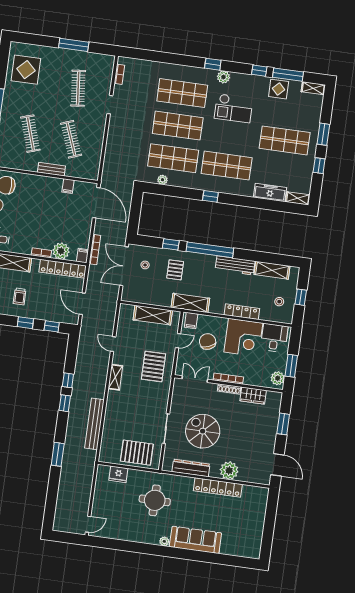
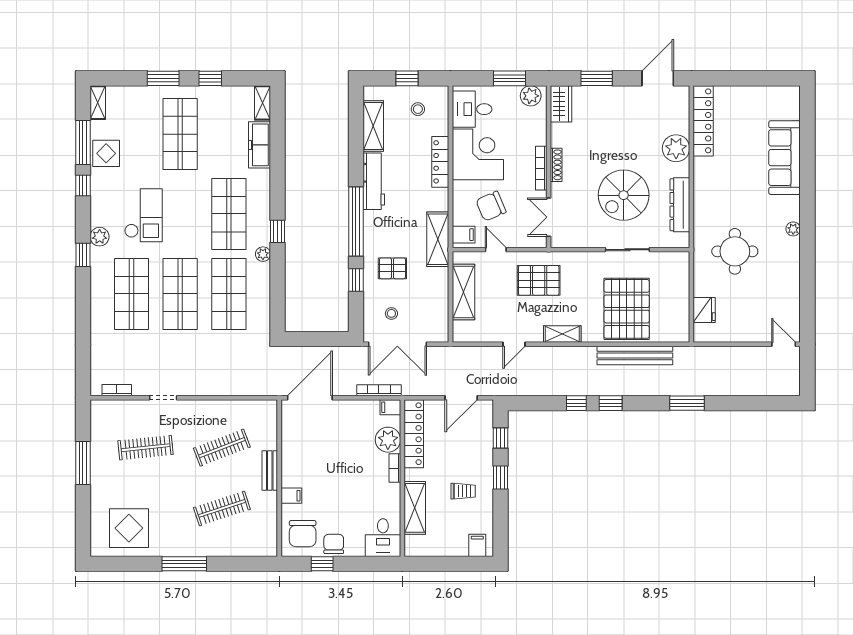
plant: (162, 180) -> (263, 254), moved
filing cabinet: (68, 186) -> (291, 496), moved
wardrobe: (253, 396) -> (561, 104), moved
pallet: (137, 453) -> (627, 309), moved, width x1.37, depth x1.41
locker: (218, 488) -> (703, 121), moved
sofa: (195, 540) -> (785, 158), moved

